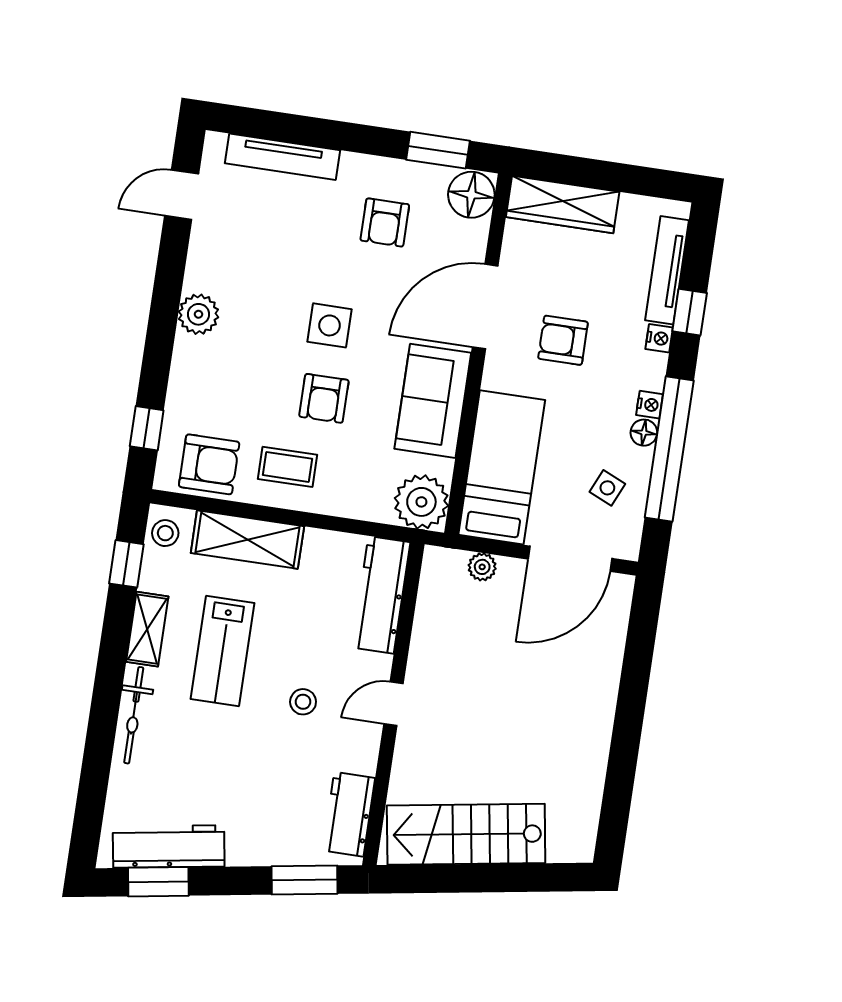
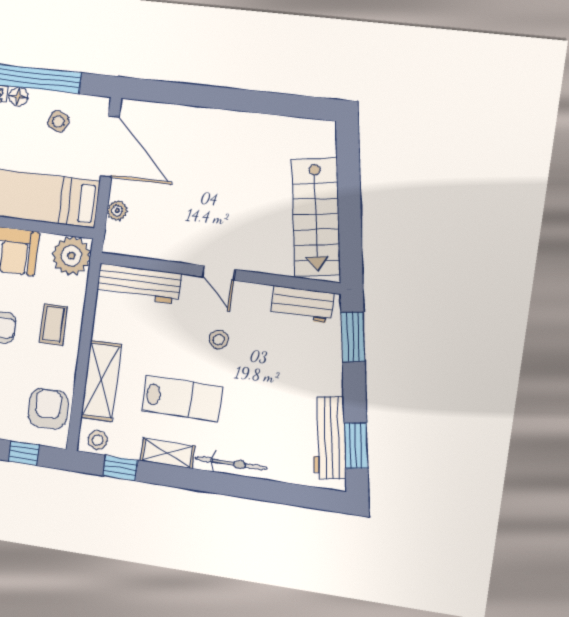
coffee table: (287, 467) -> (53, 325), moved

